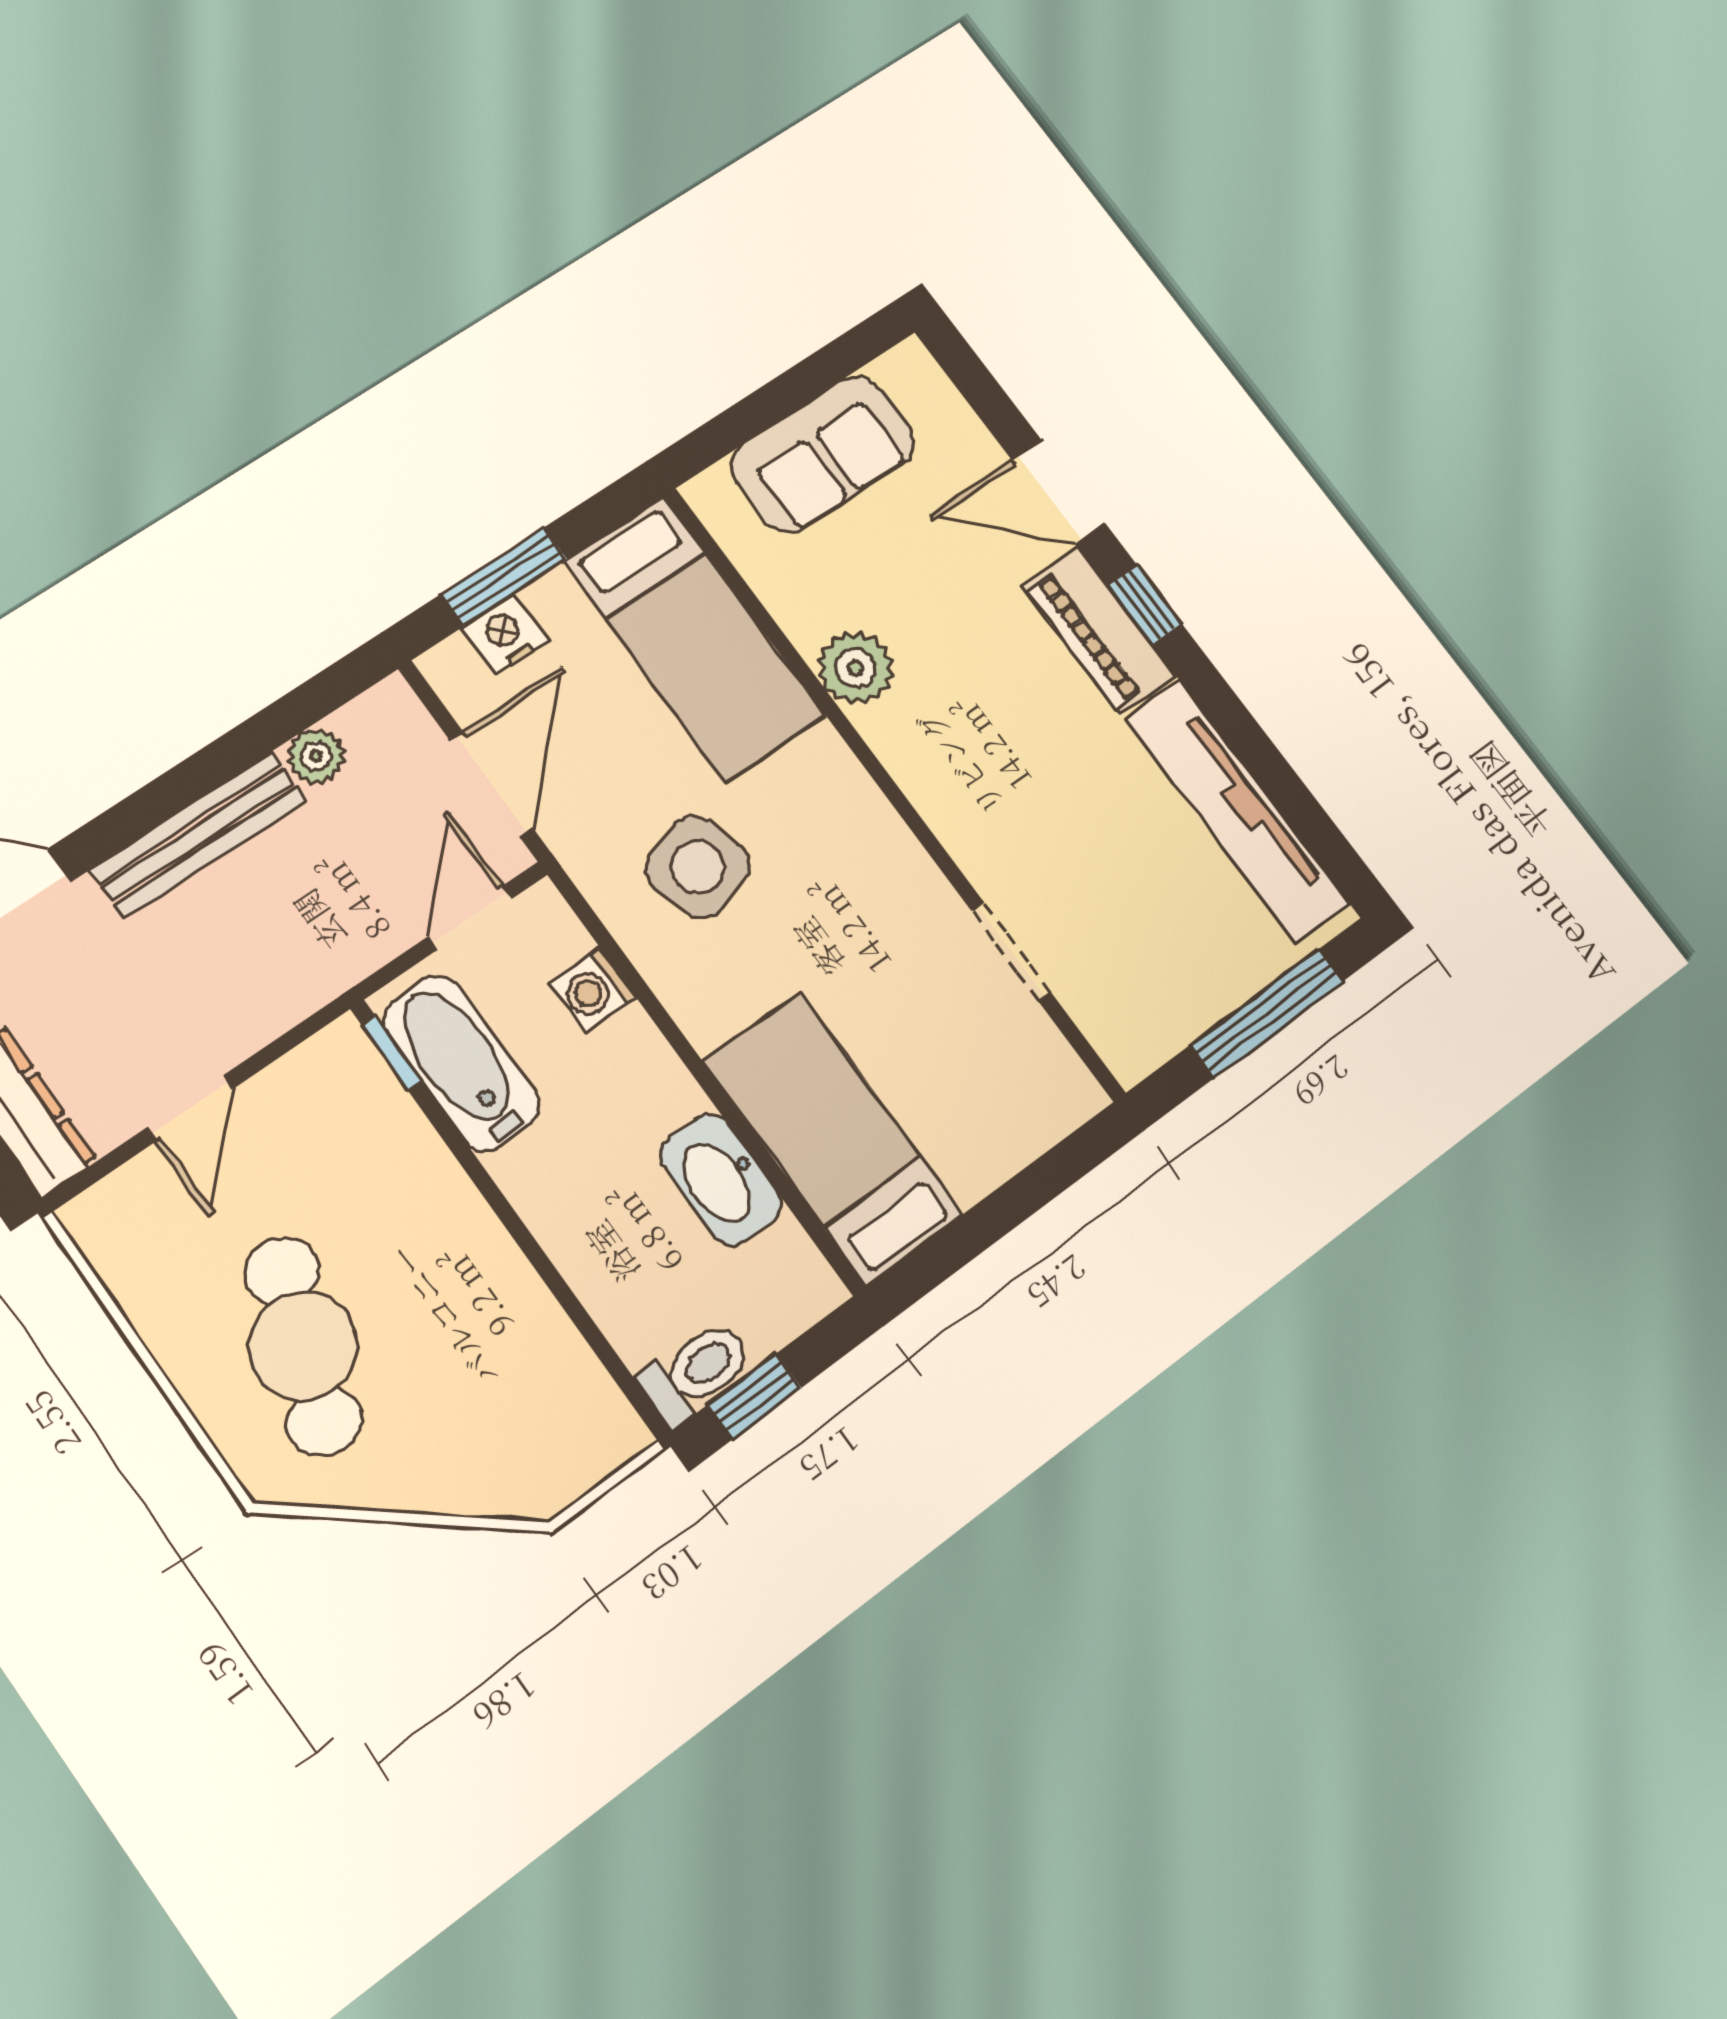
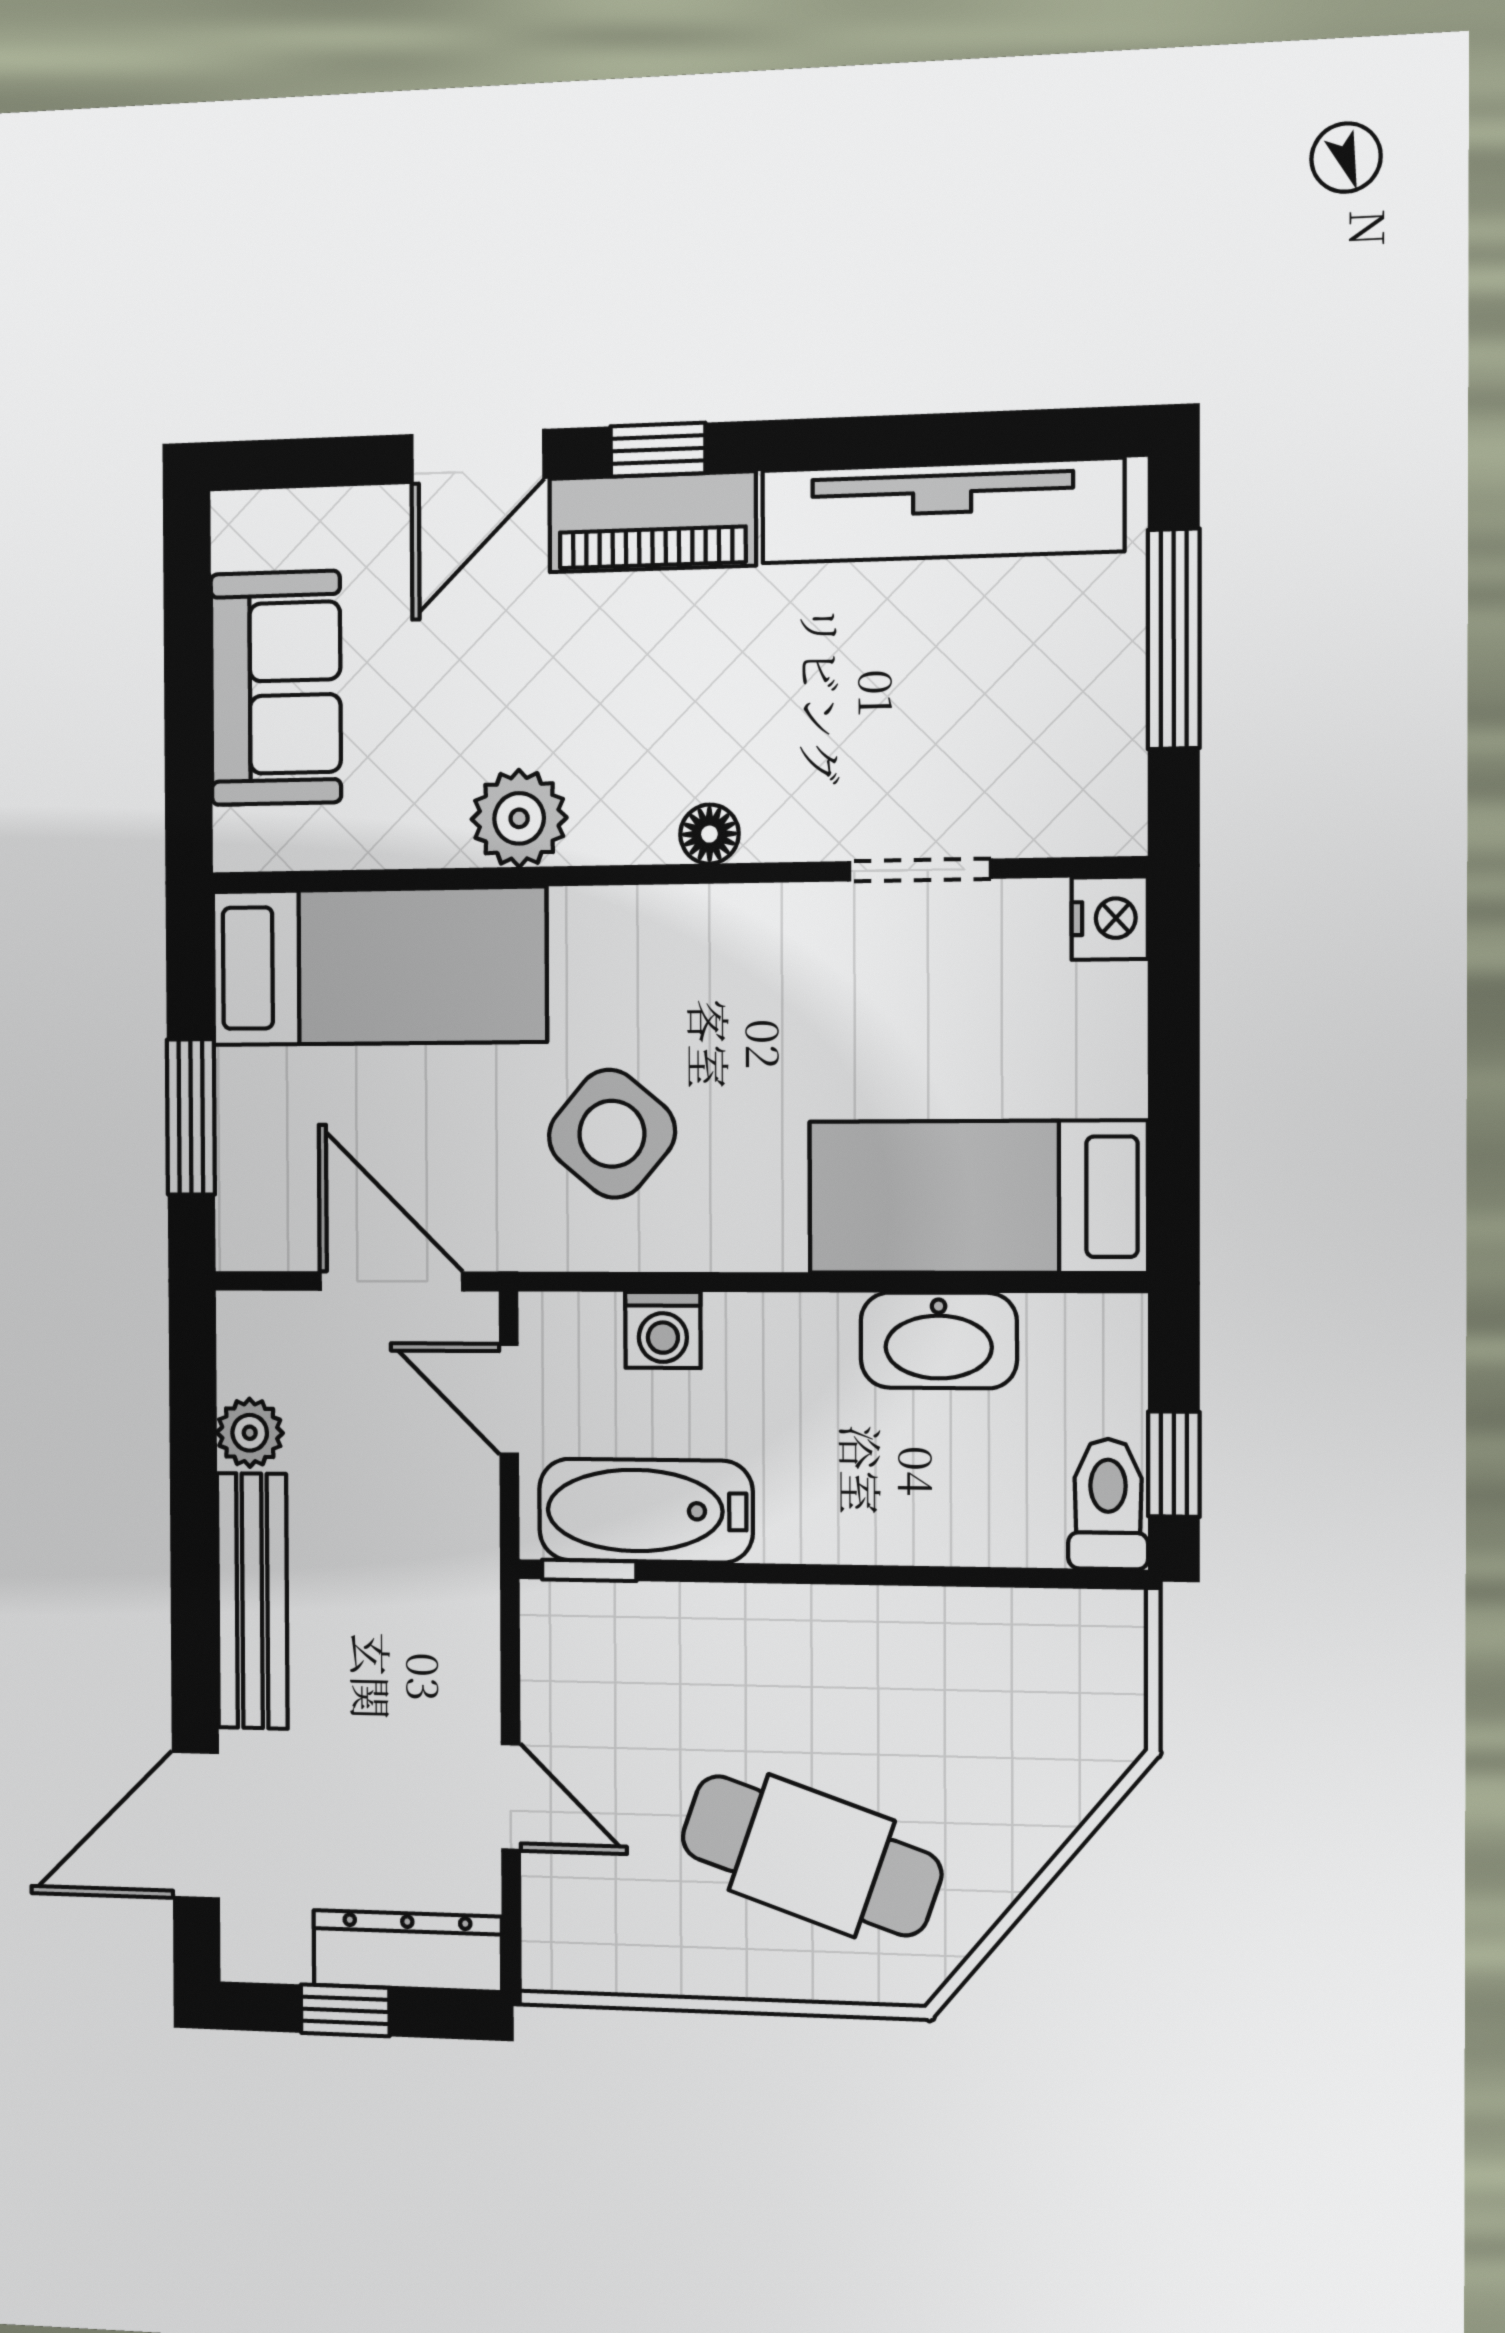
nightstand: (505, 634) -> (1110, 918), moved, turned 180
floor lamp: (935, 799) -> (709, 834), added
side table: (698, 867) -> (612, 1134), turned -33

